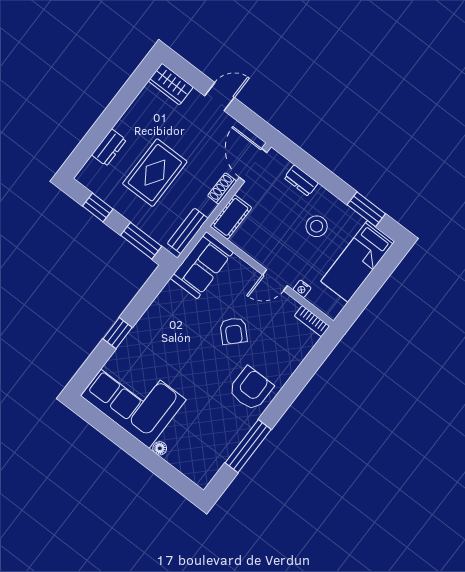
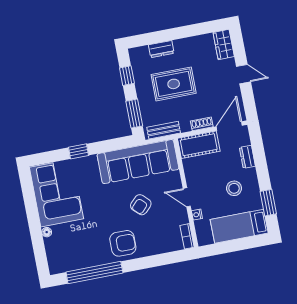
cot: (231, 217) -> (199, 145), width x1.37, depth x1.34
sofa: (202, 265) -> (138, 162), width x1.85, depth x1.27
window: (248, 446) -> (94, 272), width x1.46

